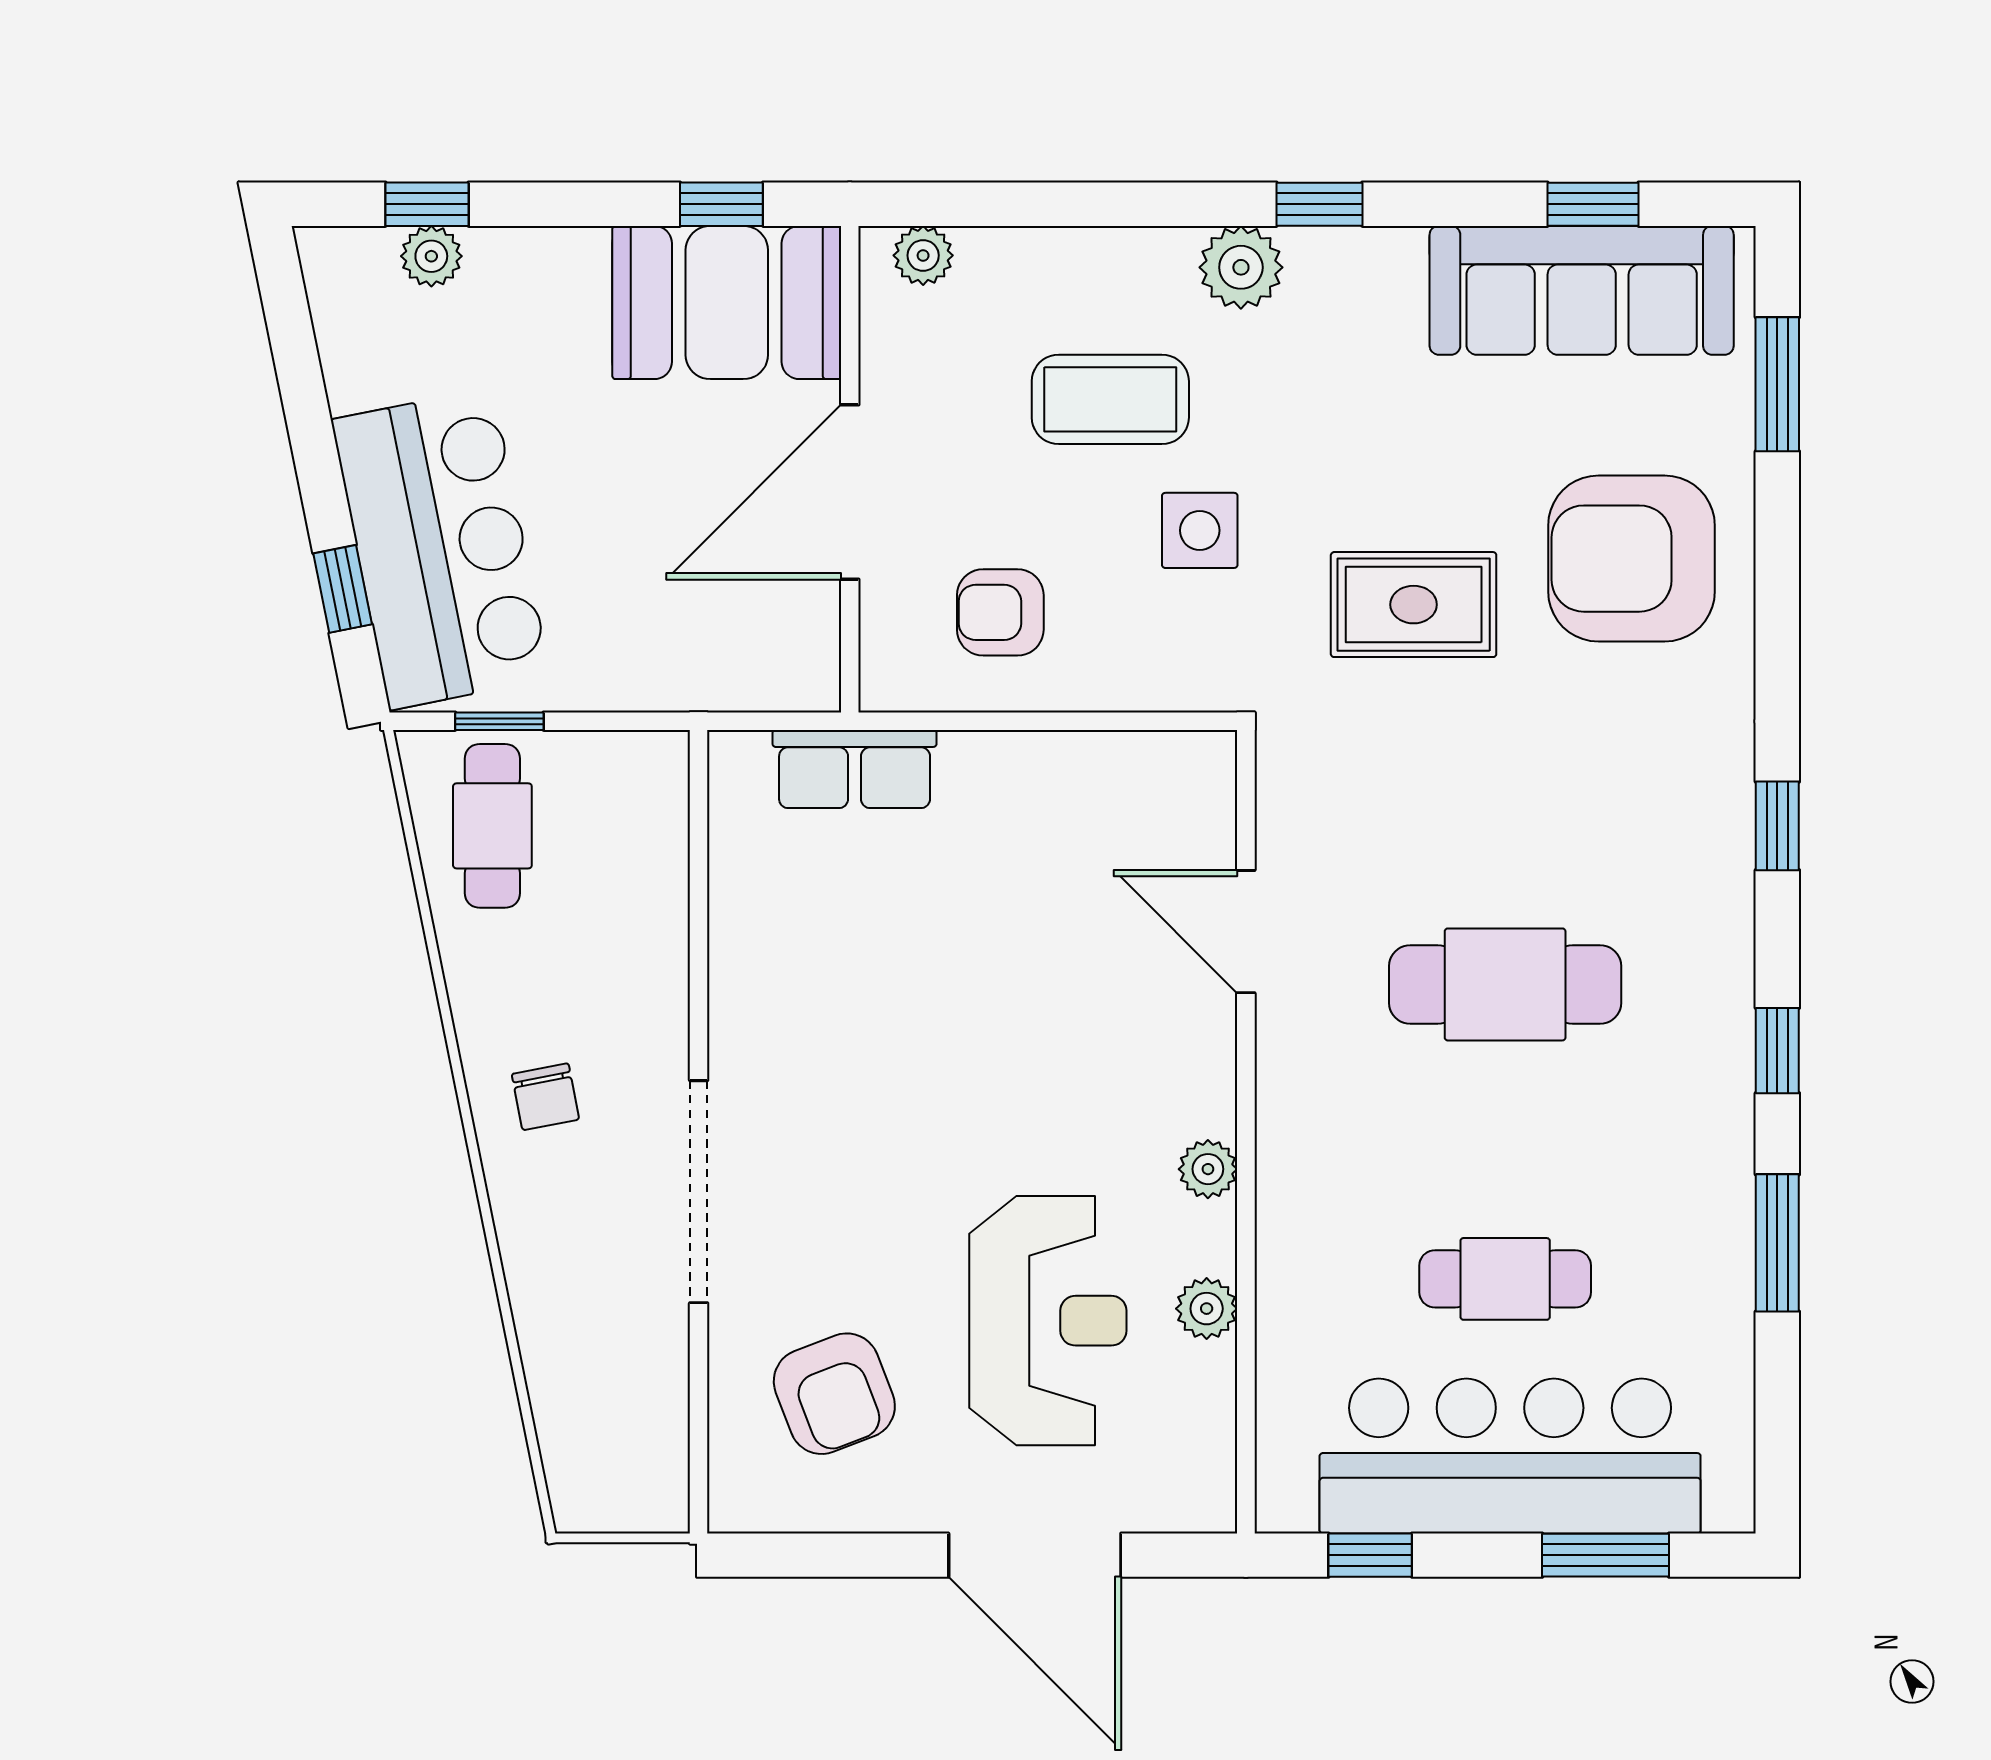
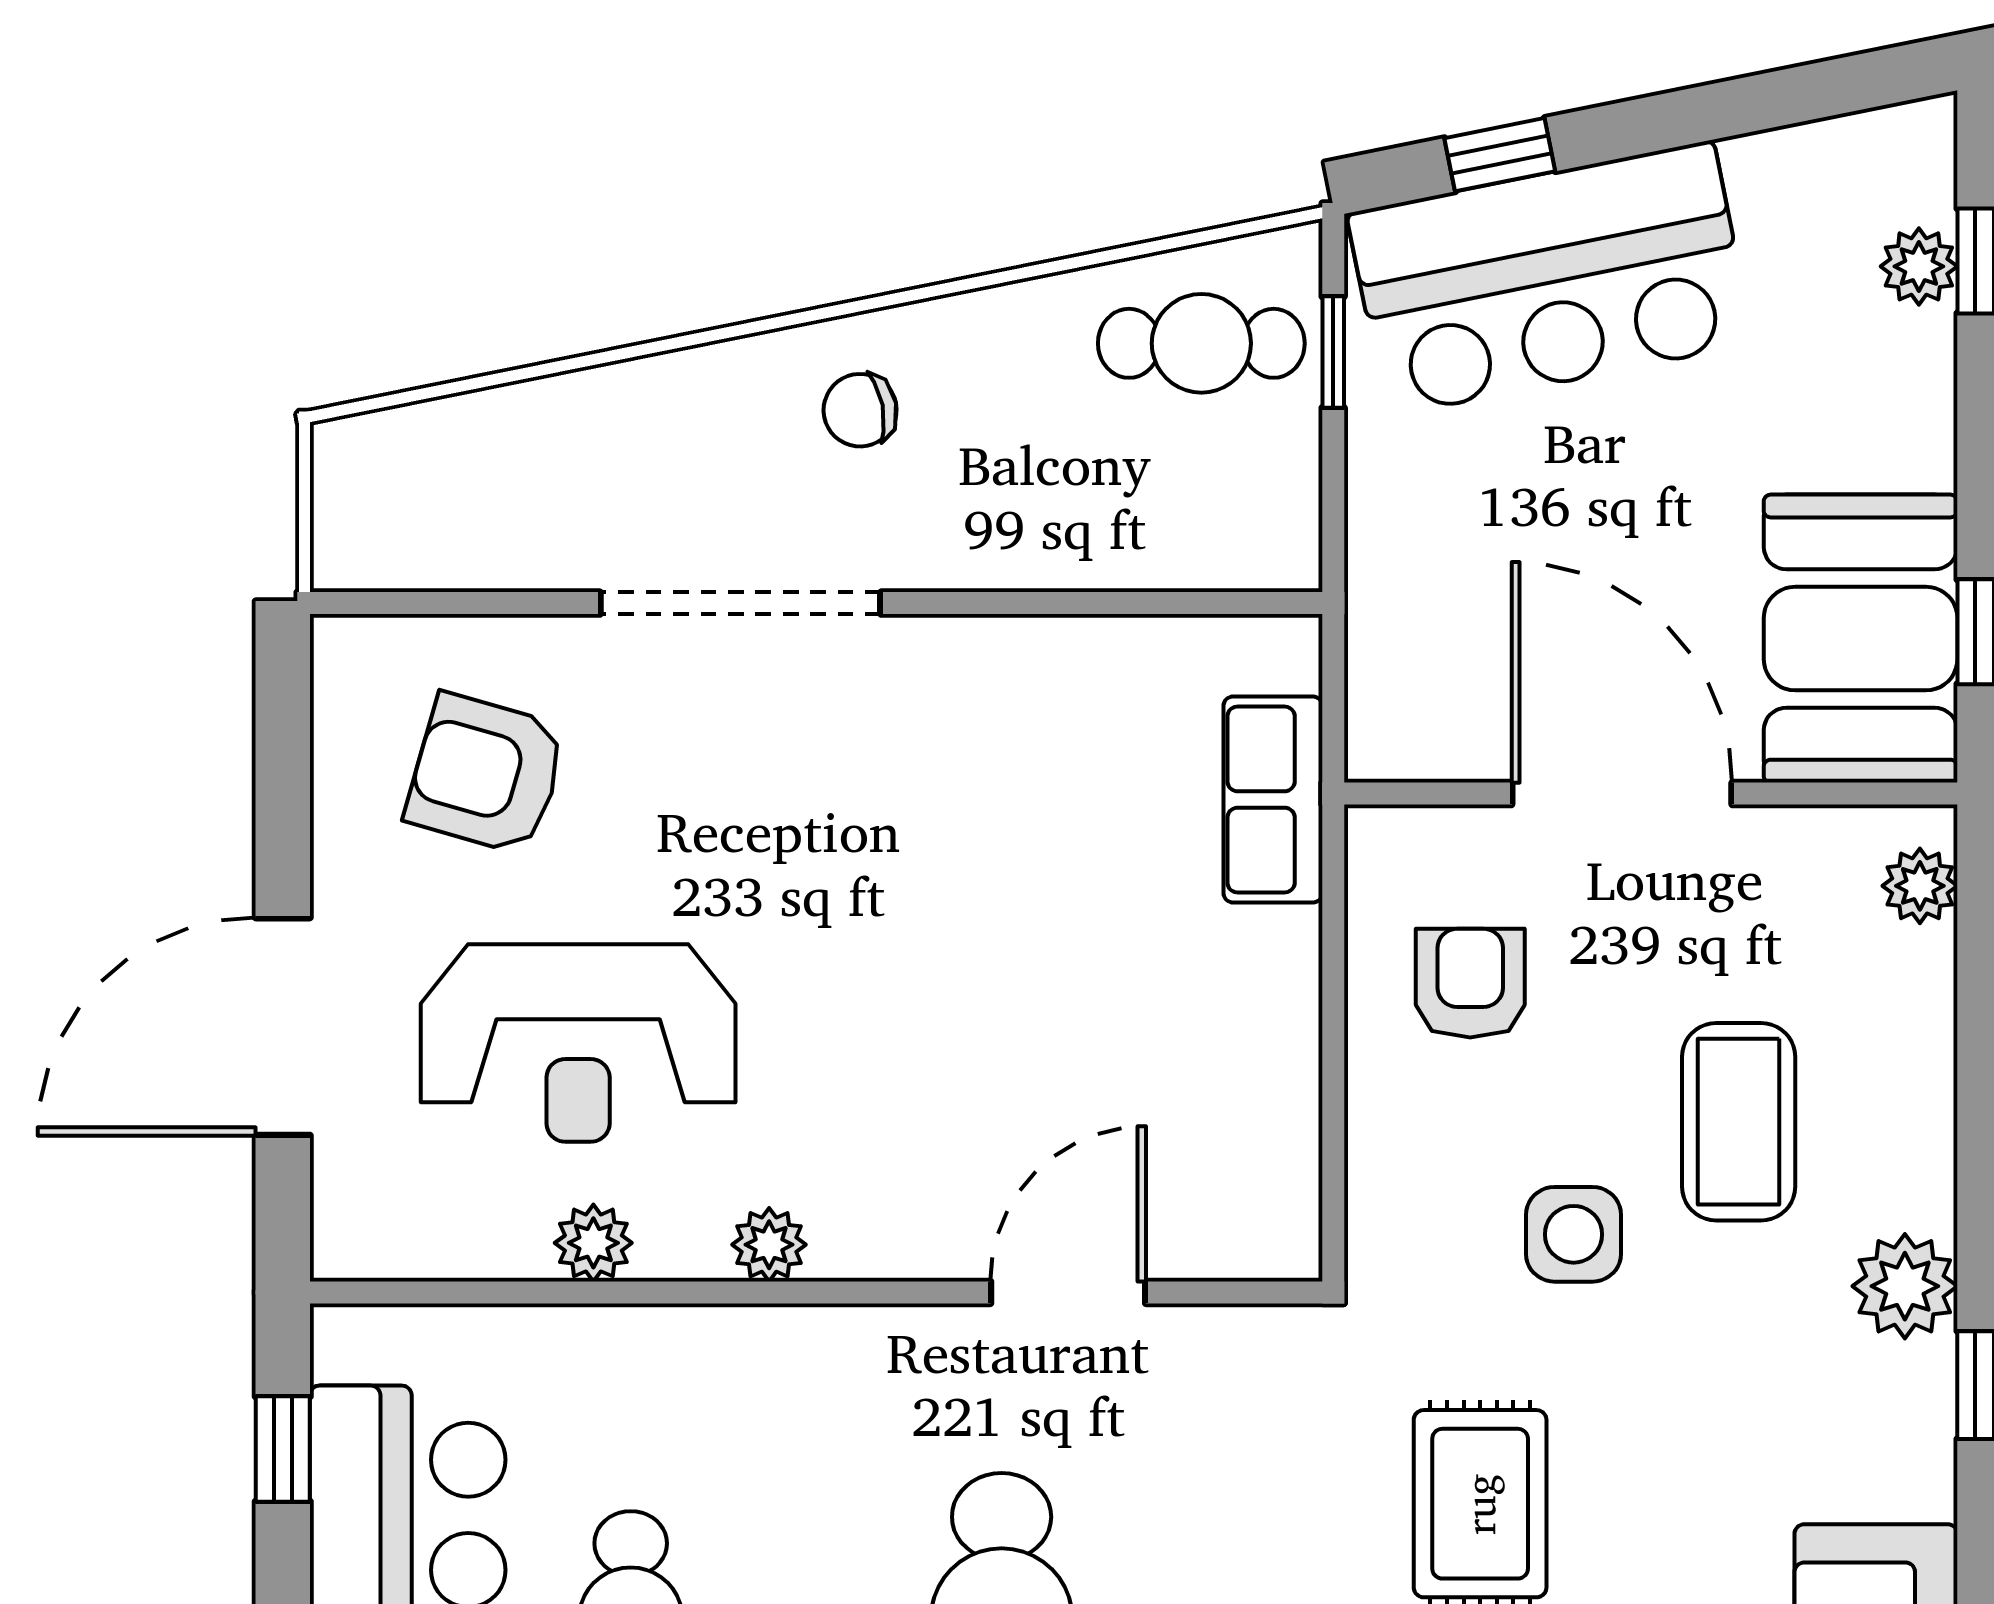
armchair: (834, 1394) -> (486, 774), turned 37

